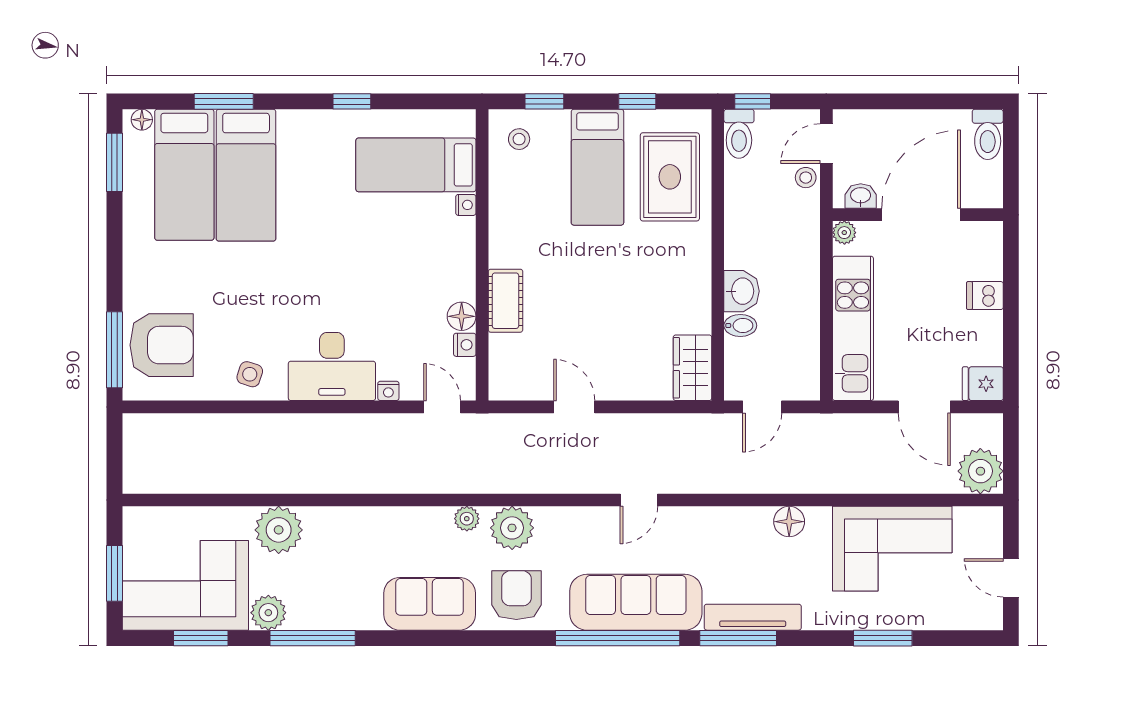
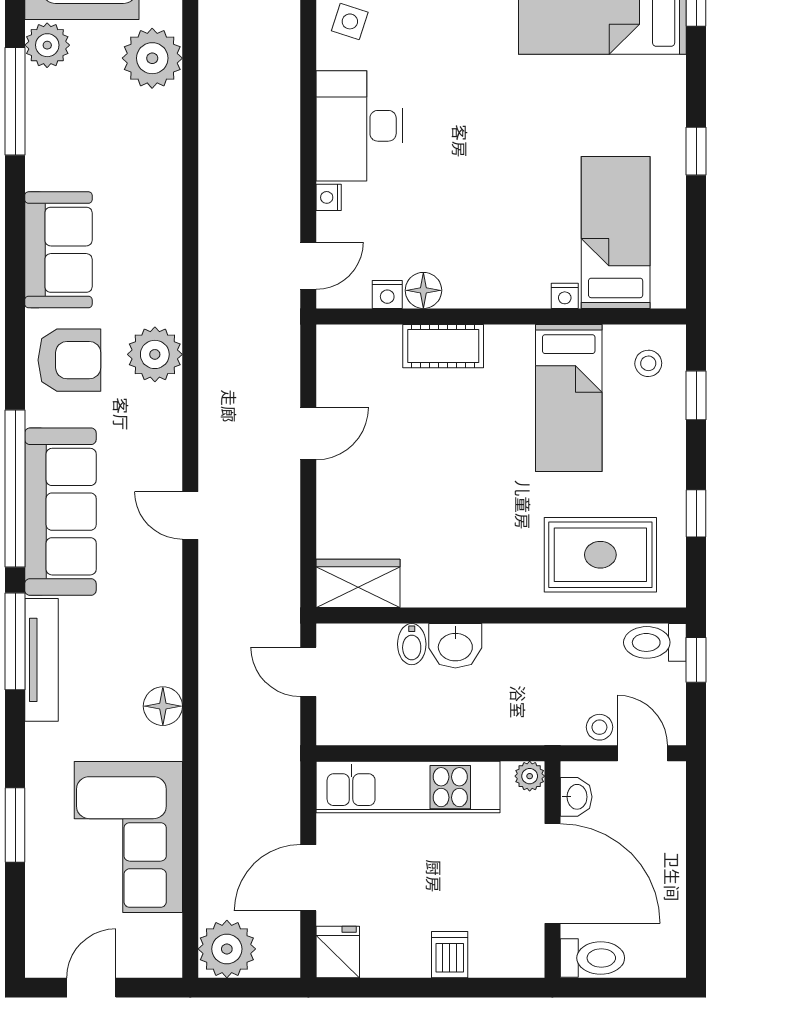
toilet: (988, 134) -> (592, 958), moved, turned 180
bed: (597, 167) -> (569, 398), moved, turned -90
plant: (467, 519) -> (167, 297), removed

